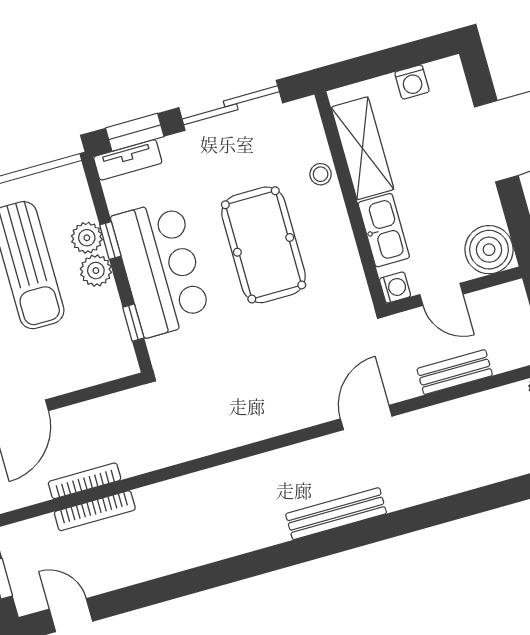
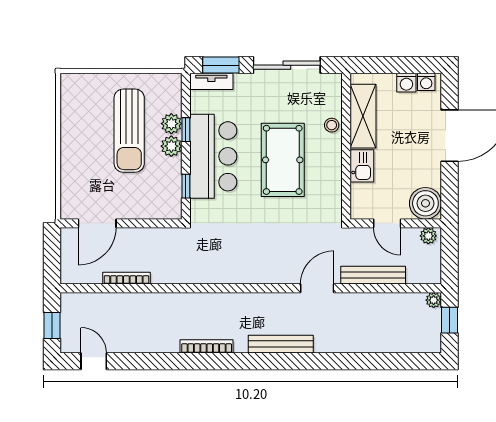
kitchen sink: (384, 230) -> (362, 166), width x0.73
washing machine: (395, 287) -> (426, 82), moved, turned 90
plant: (506, 296) -> (428, 236), added
bench: (455, 372) -> (373, 275), width x1.36
bookcase: (95, 511) -> (207, 346), moved, turned 180

